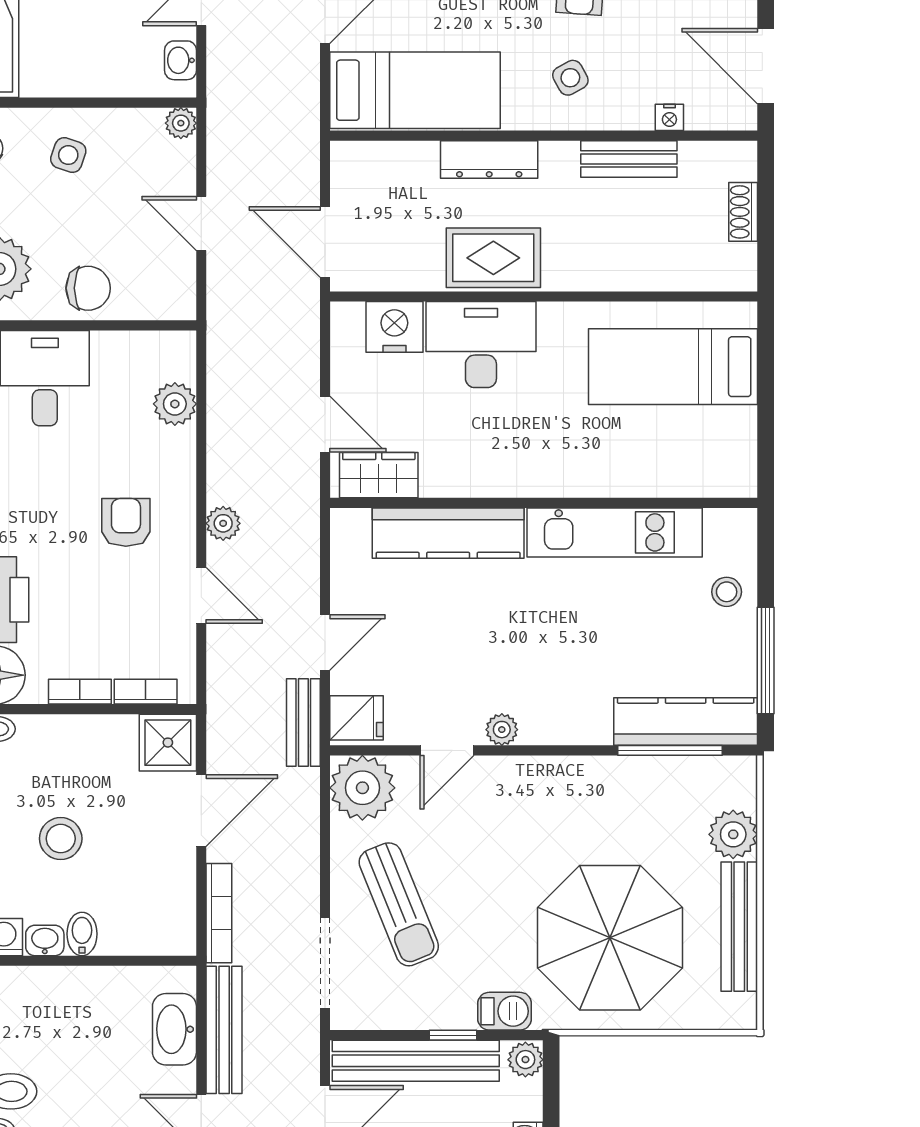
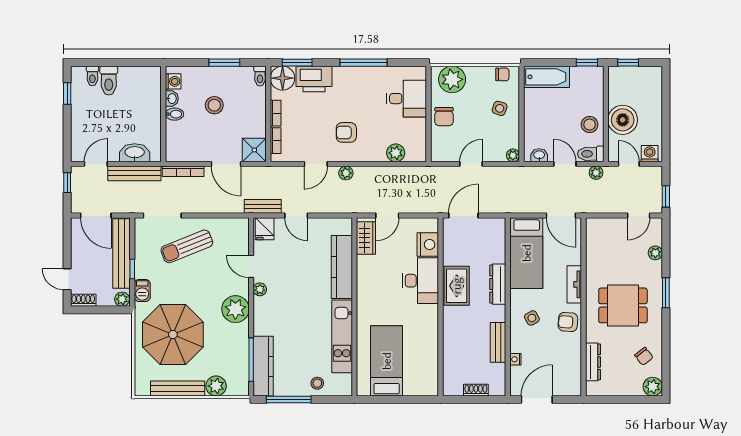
bed: (673, 367) -> (387, 361), moved
armchair: (126, 522) -> (346, 132), turned 180
plant: (362, 788) -> (235, 309), moved

